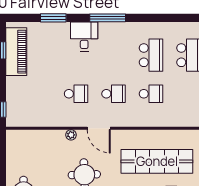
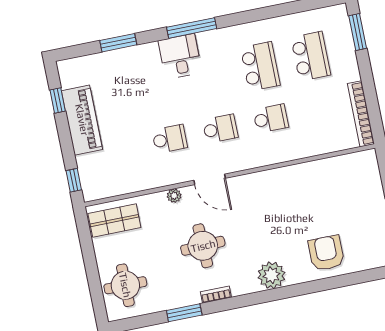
desk: (84, 37) -> (180, 56), moved
piano: (16, 52) -> (82, 120), moved
shop shelf: (157, 161) -> (114, 221), moved, width x0.50, depth x0.74

